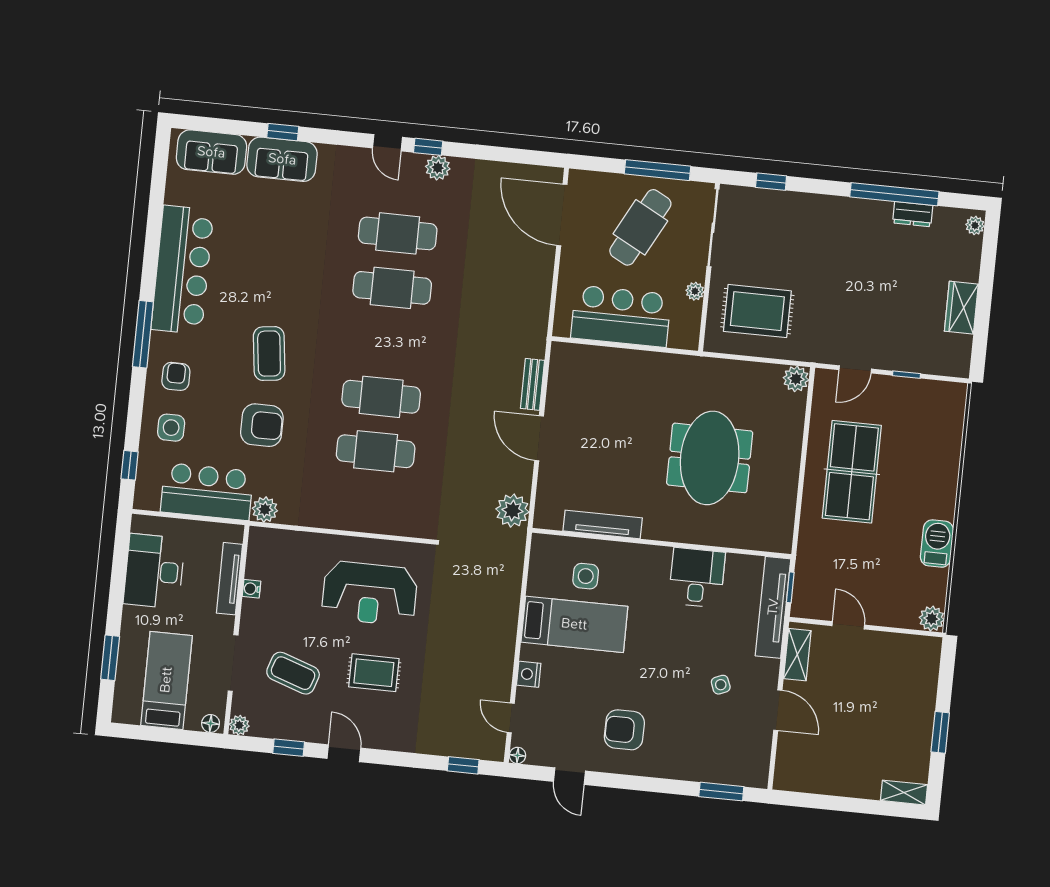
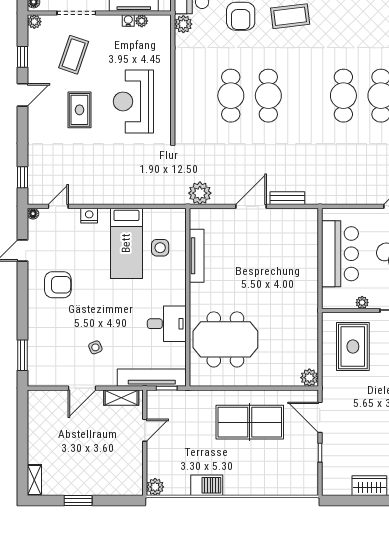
door: (855, 369) -> (320, 417), width x1.38
meeting table: (710, 458) -> (225, 339), moved
plant: (254, 570) -> (142, 21), added
armchair: (624, 730) -> (58, 285), turned 90

